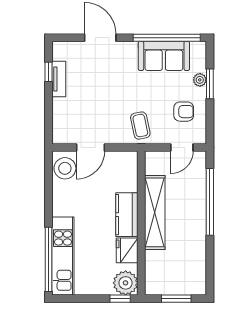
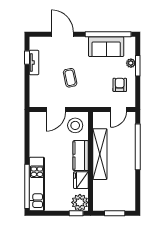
armchair: (184, 112) -> (120, 85), turned -90
coffee table: (140, 126) -> (70, 78), moved
stool: (65, 168) -> (75, 125), moved

